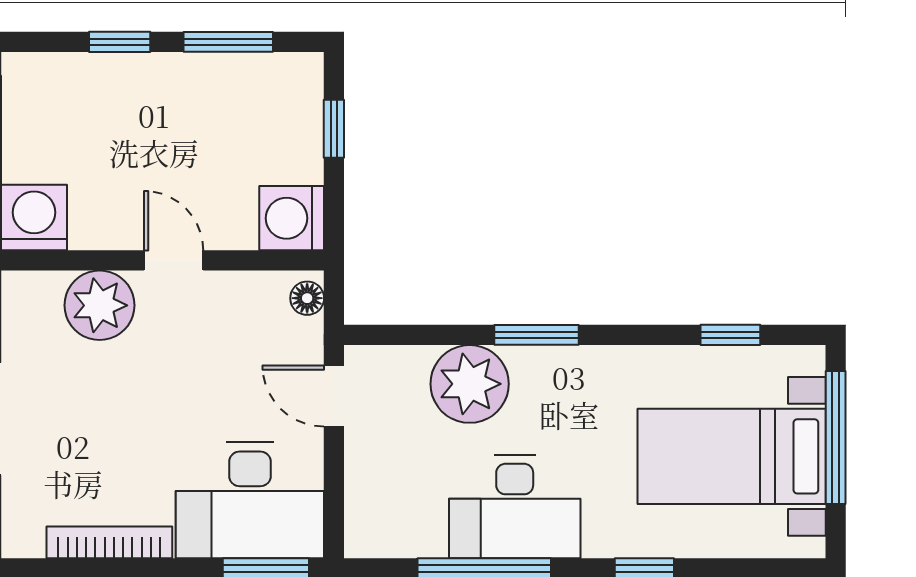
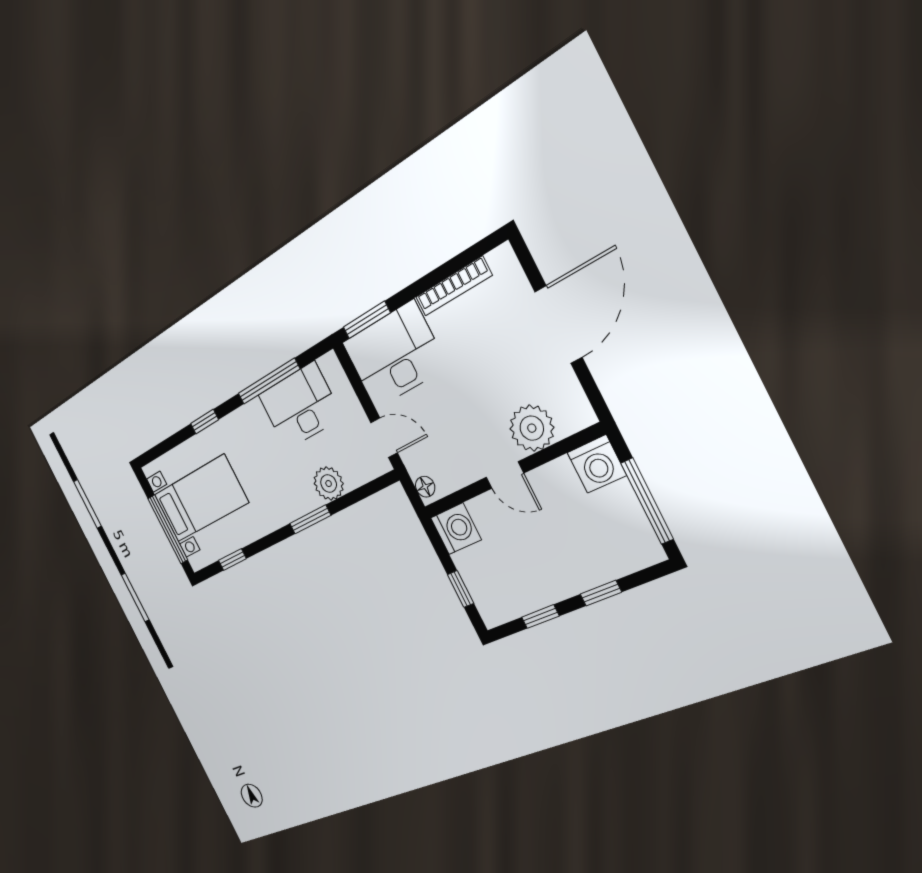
window: (228, 42) -> (540, 617), width x0.67
plant: (470, 384) -> (329, 484), width x0.73, depth x0.73
desk: (515, 507) -> (300, 406), moved

